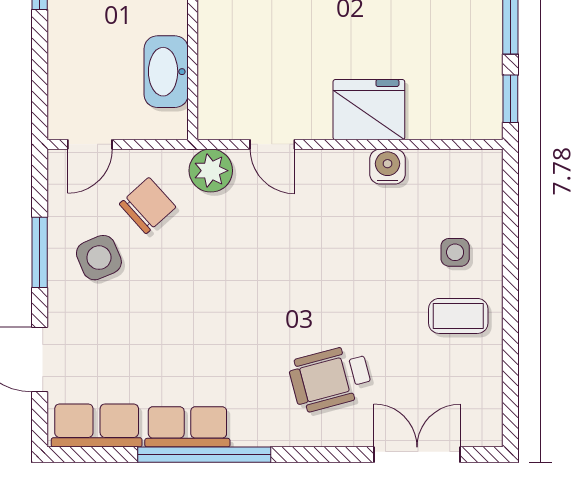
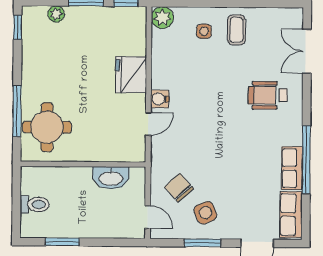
water cooler: (388, 167) -> (160, 99), moved
plant: (211, 171) -> (162, 18), moved
wheelchair: (330, 378) -> (268, 95), turned 105

